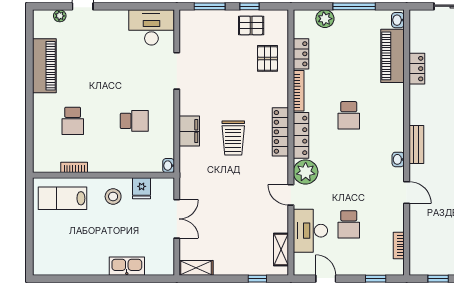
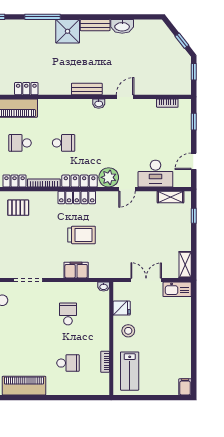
school desk: (349, 224) -> (20, 143), moved, turned 180
kitchen sink: (127, 266) -> (177, 289), moved, turned -90
filing cabinet: (43, 268) -> (185, 387), added

